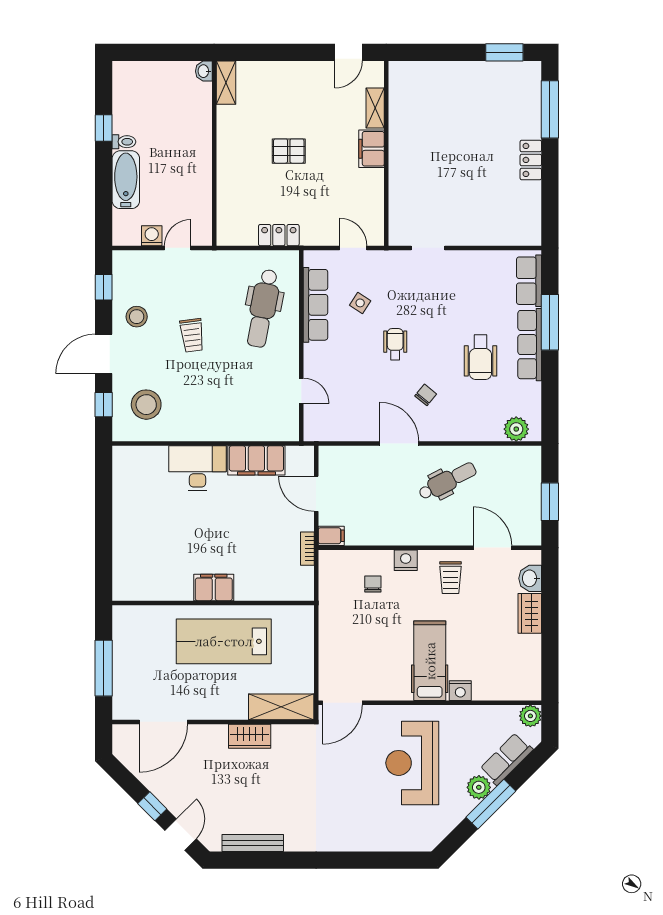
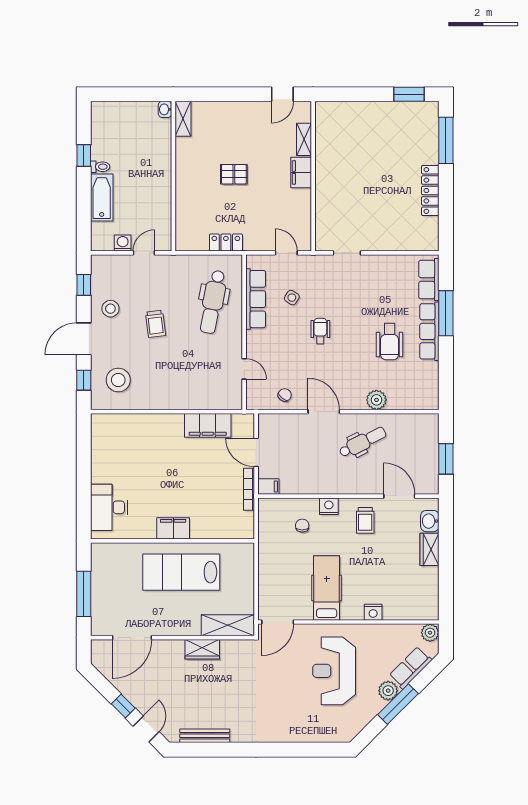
locker: (531, 160) -> (430, 190), width x1.53
chair: (426, 395) -> (285, 395), moved
plant: (516, 429) -> (376, 400), moved
desk: (198, 468) -> (109, 507), moved, turned -90
bookcase: (307, 549) -> (249, 489), width x1.56
hospital bed: (430, 661) -> (327, 588), moved

